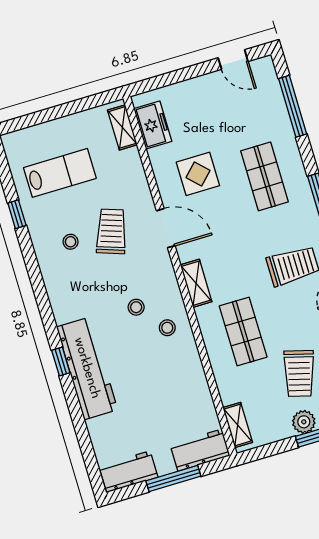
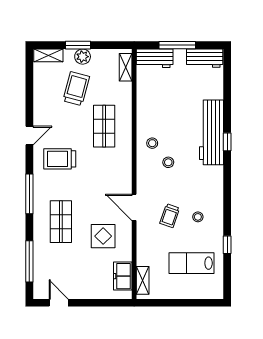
trolley: (111, 231) -> (170, 216), width x0.73, depth x0.72
shelving: (196, 283) -> (125, 166), removed

